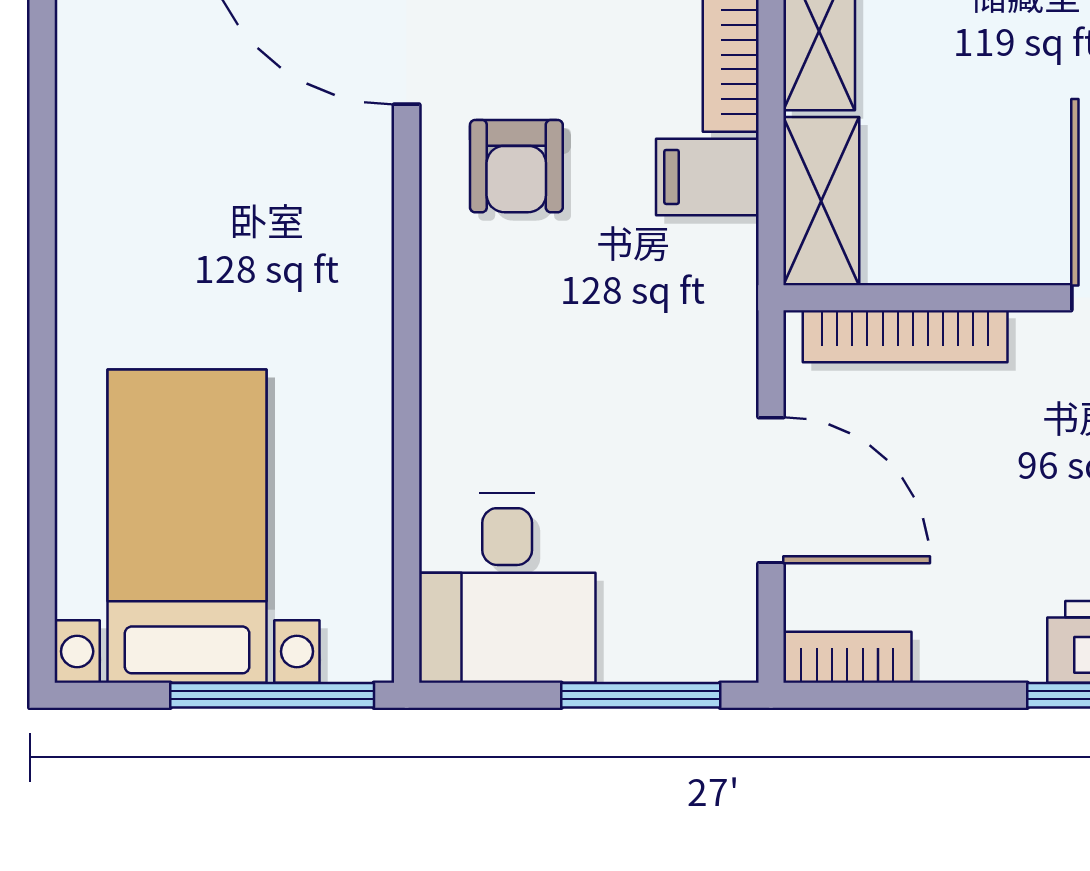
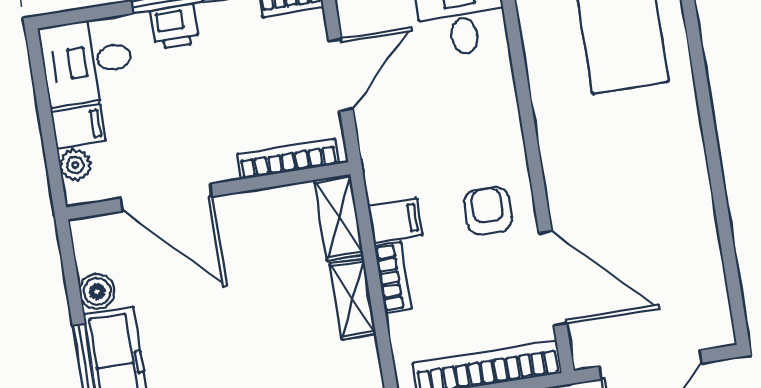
door: (771, 490) -> (341, 75), swing flipped

